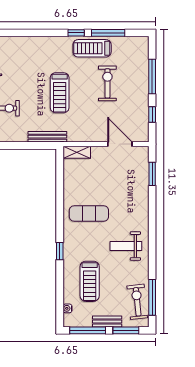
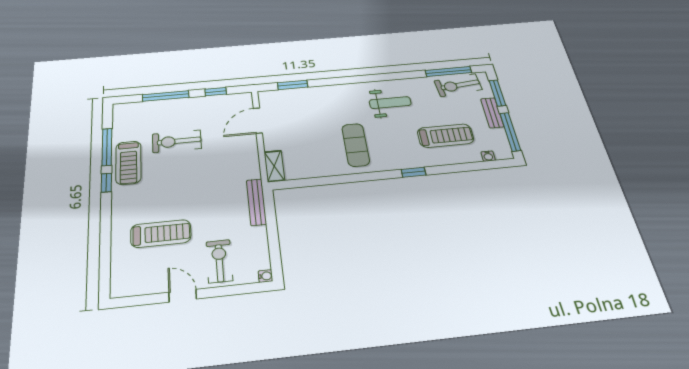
treadmill: (60, 93) -> (161, 234), moved
weight bench: (126, 246) -> (390, 103), turned -90

